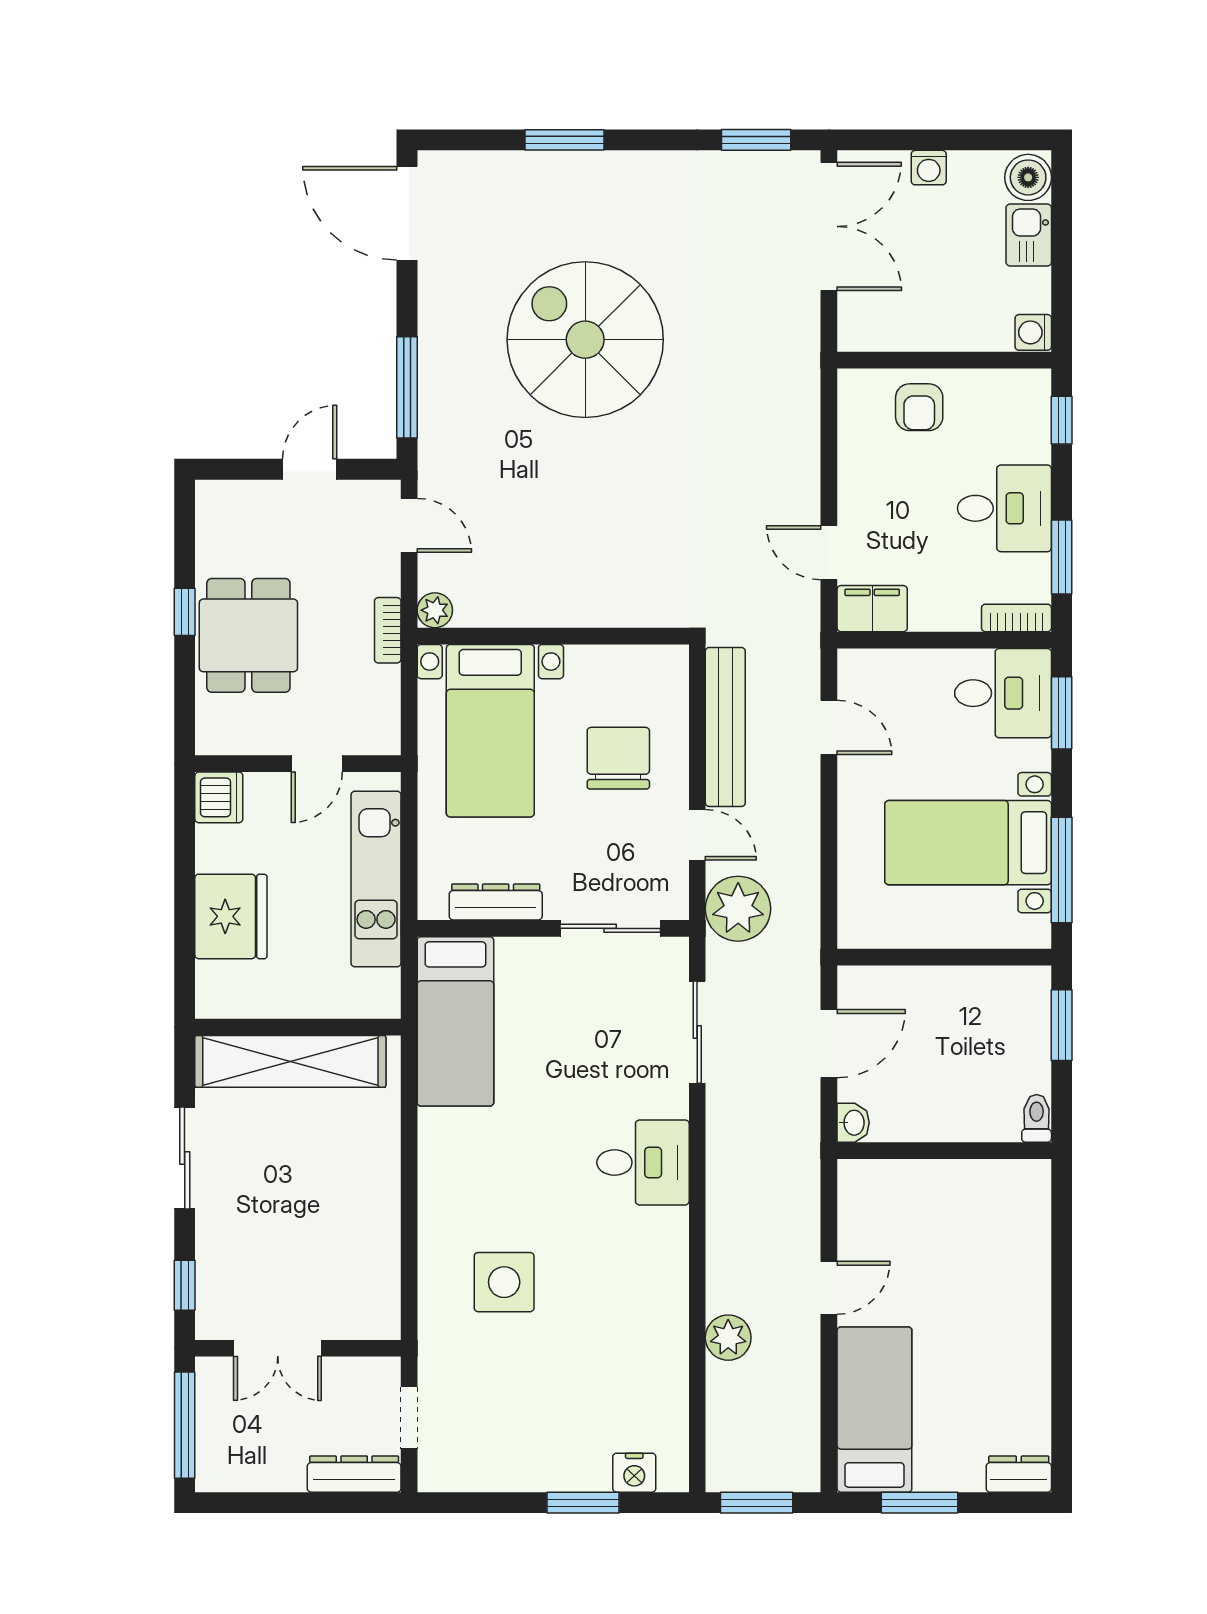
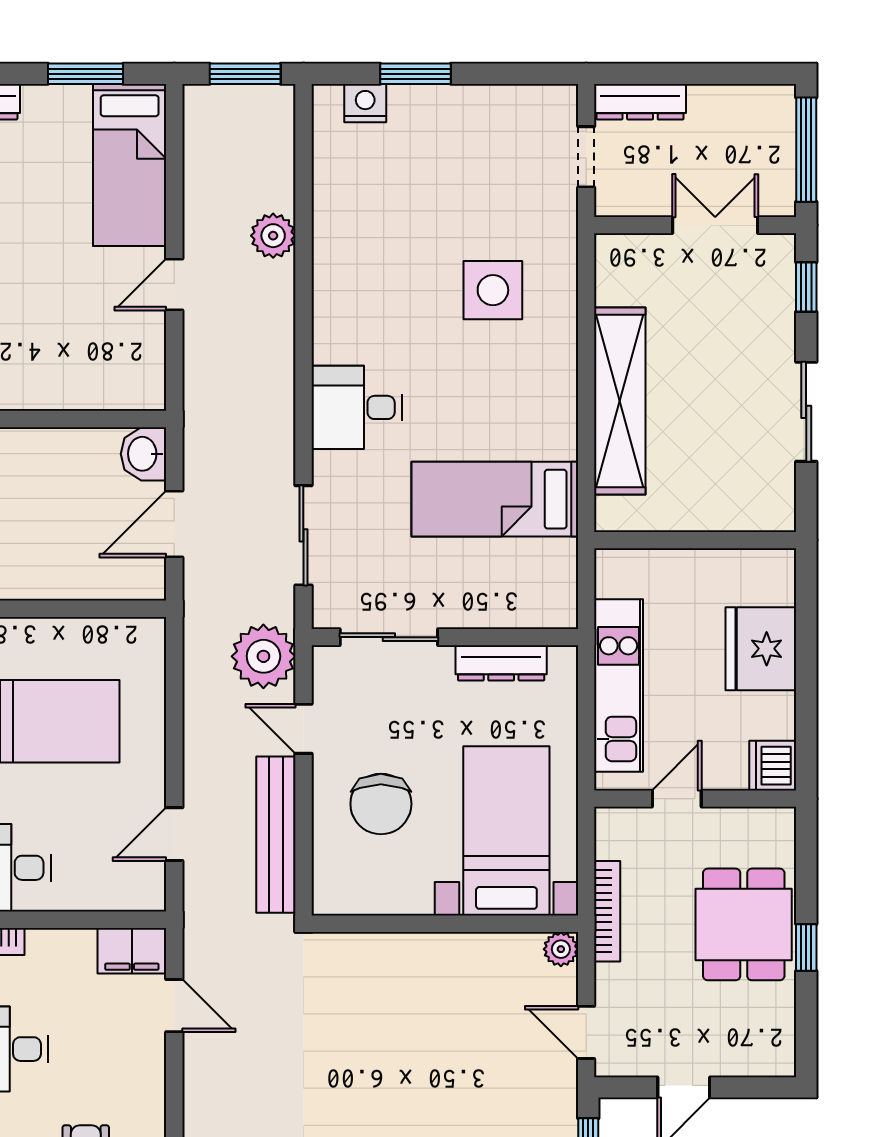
bookcase: (388, 630) -> (607, 911), width x1.56
door: (829, 727) -> (174, 834), hinge flipped
bed: (455, 1021) -> (495, 499), moved, turned -90
shelving: (290, 1061) -> (620, 401), moved, turned 90
washbasin: (853, 1123) -> (144, 454), width x1.38, depth x1.45

